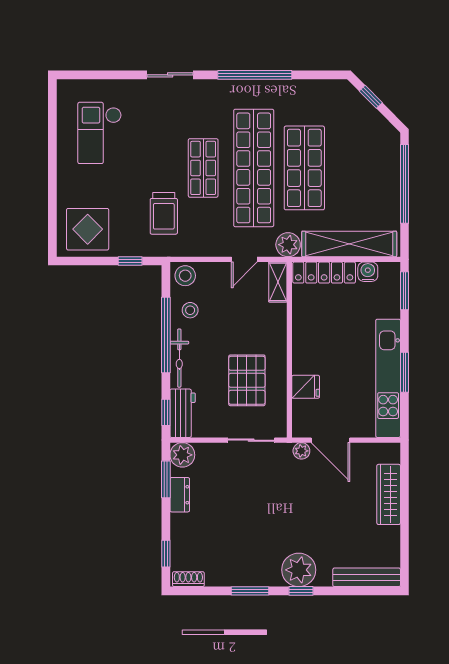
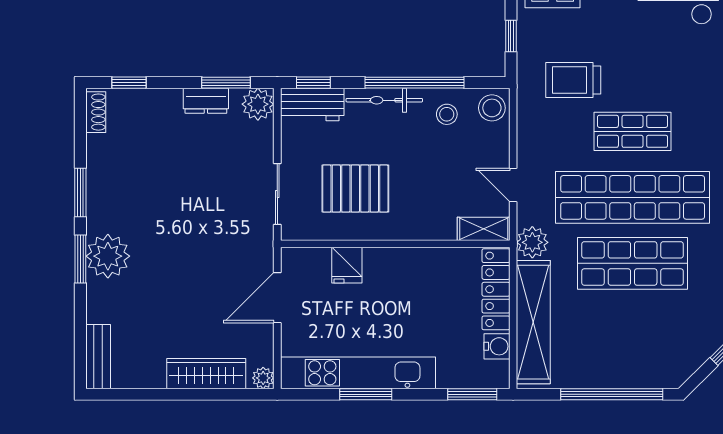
plant: (301, 451) -> (263, 378), moved
bench: (367, 577) -> (98, 357), width x0.73
window: (301, 591) -> (80, 259), width x1.50

